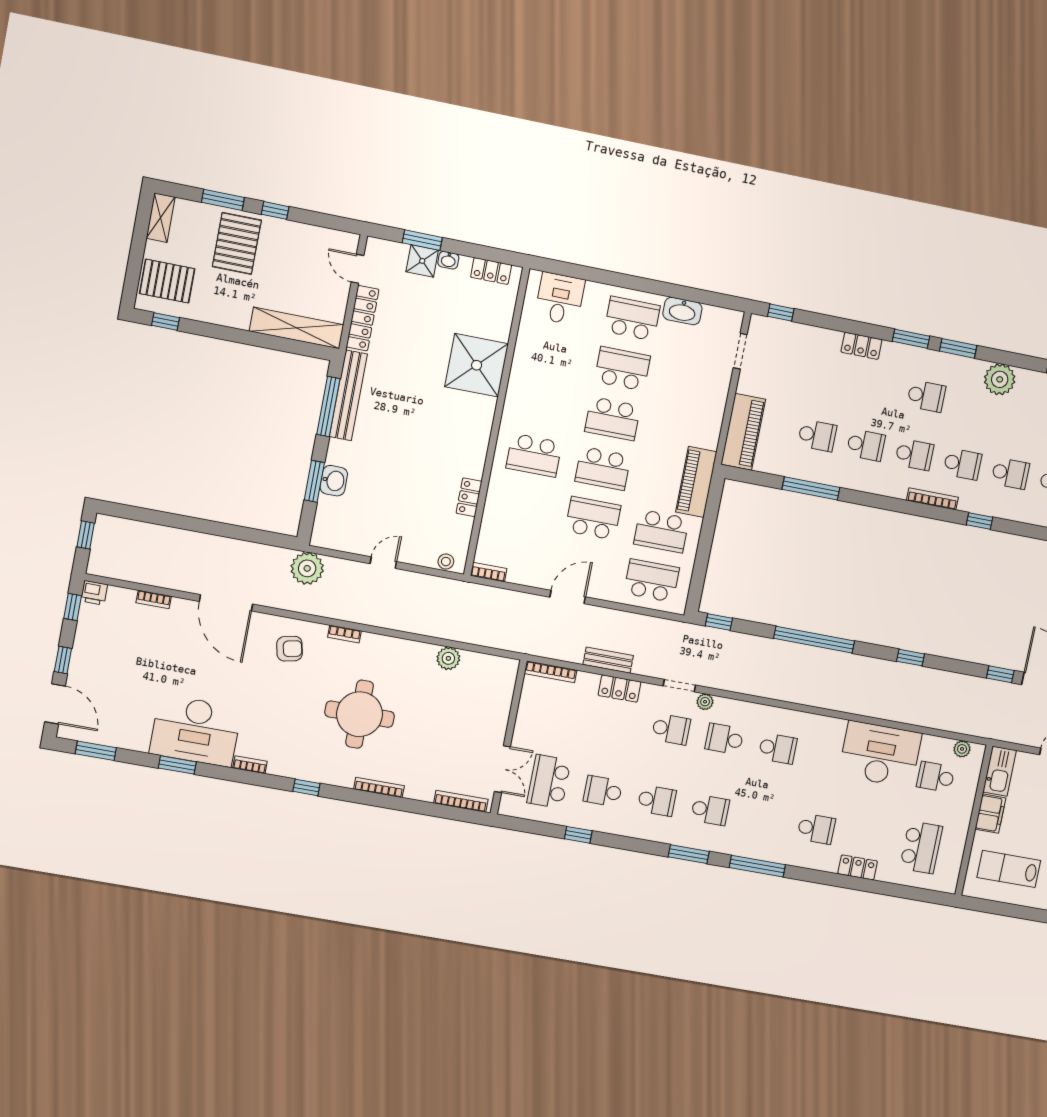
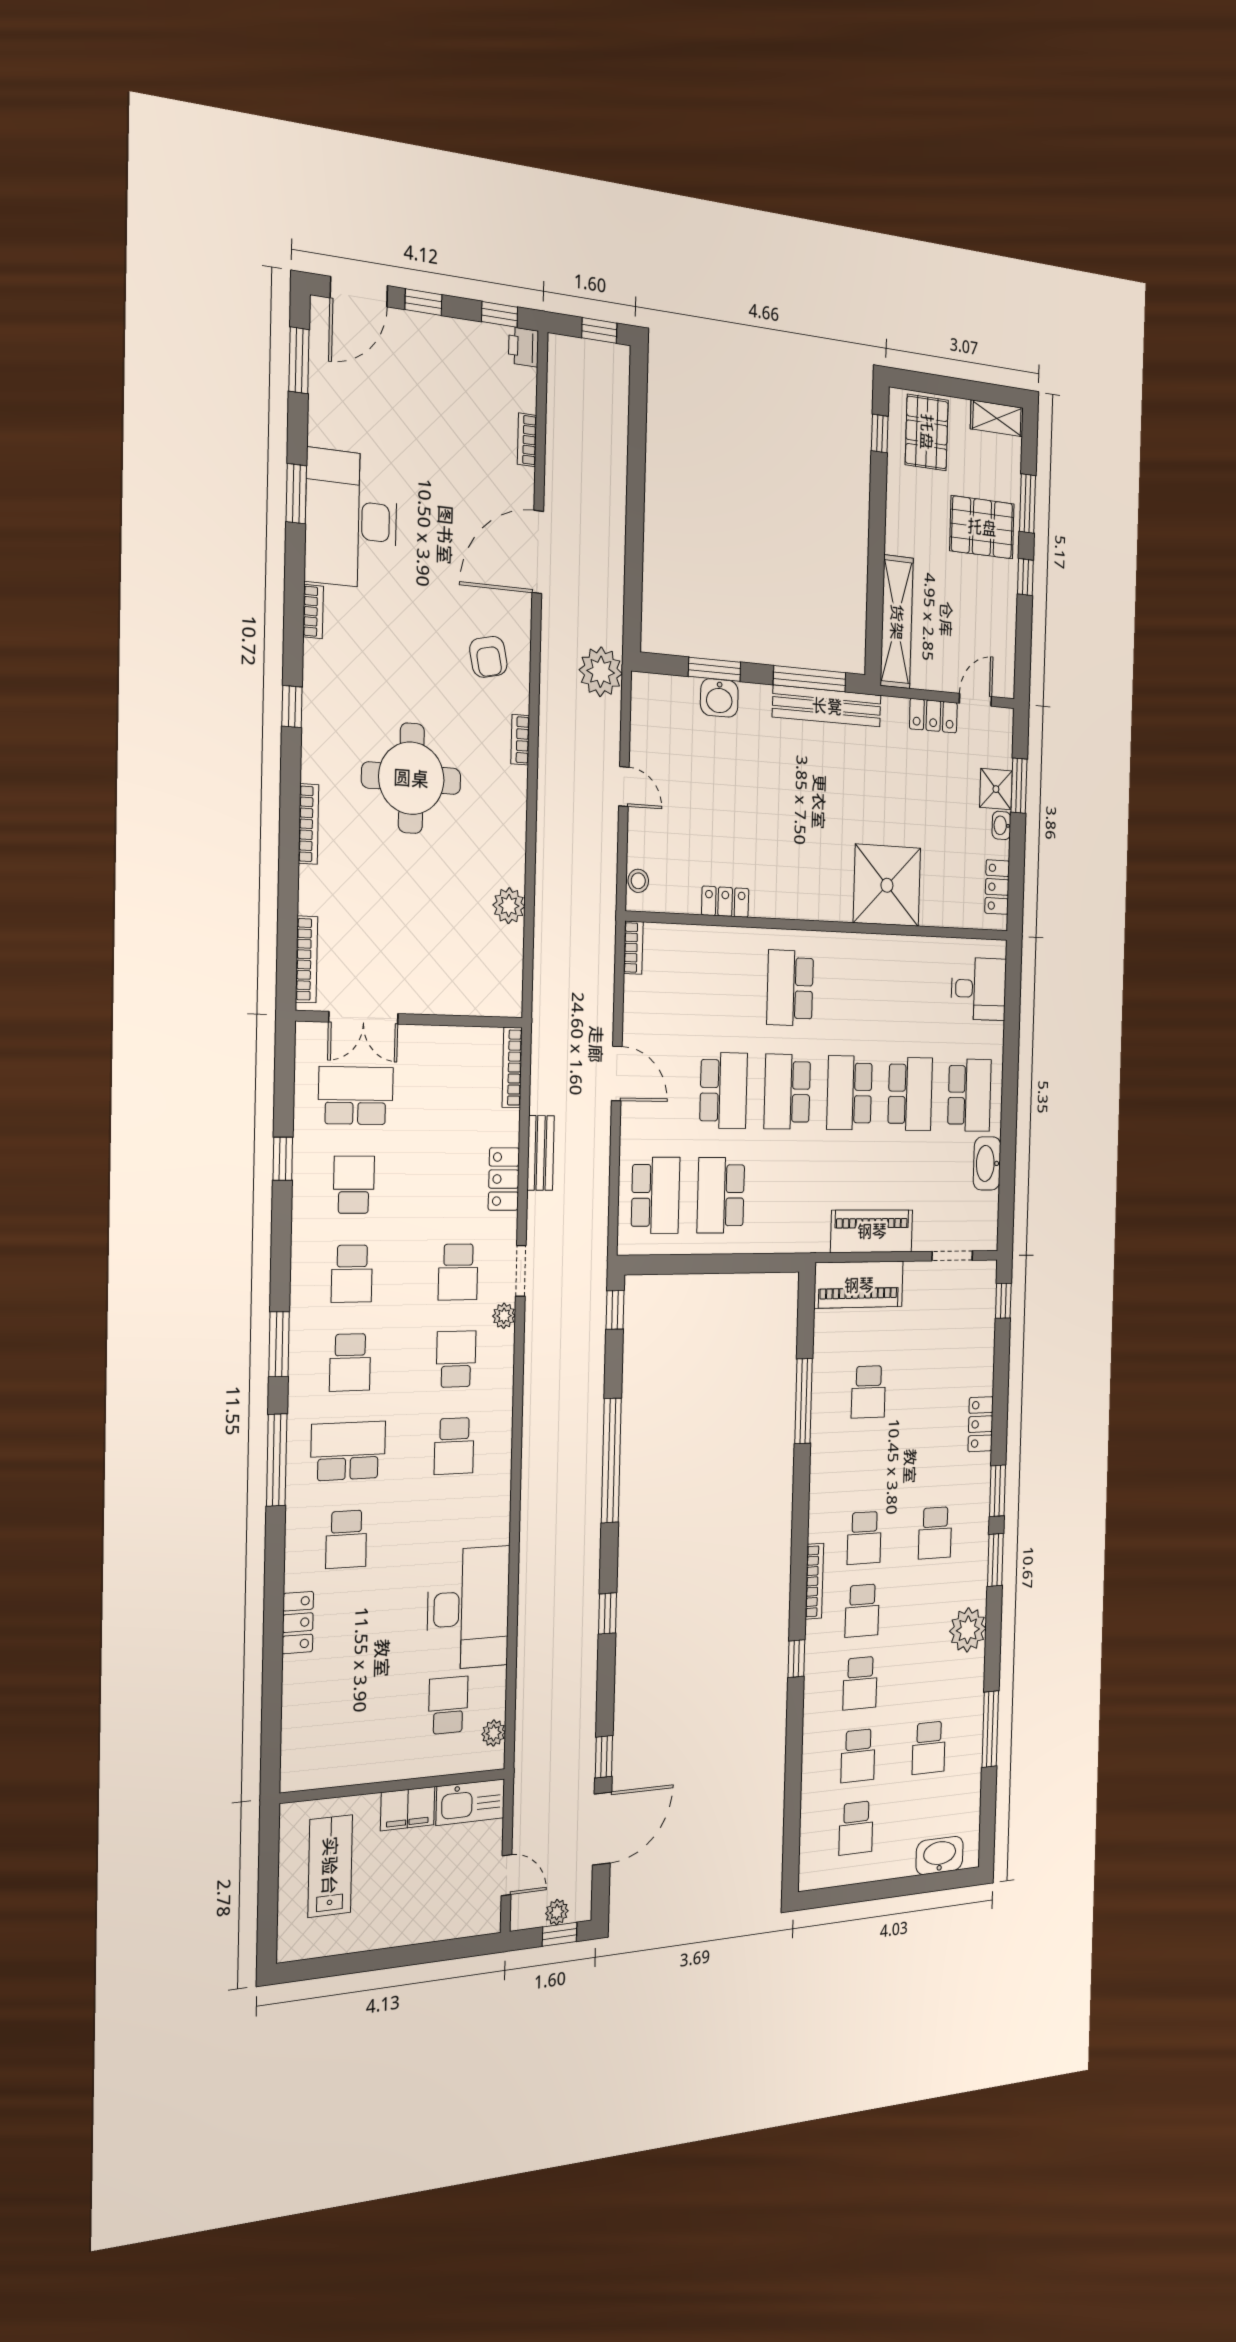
locker: (363, 318) -> (933, 716), width x0.66
school desk: (866, 445) -> (866, 1465), removed
piano: (696, 482) -> (872, 1231), moved
school desk: (921, 847) -> (348, 1451), moved, turned 180

